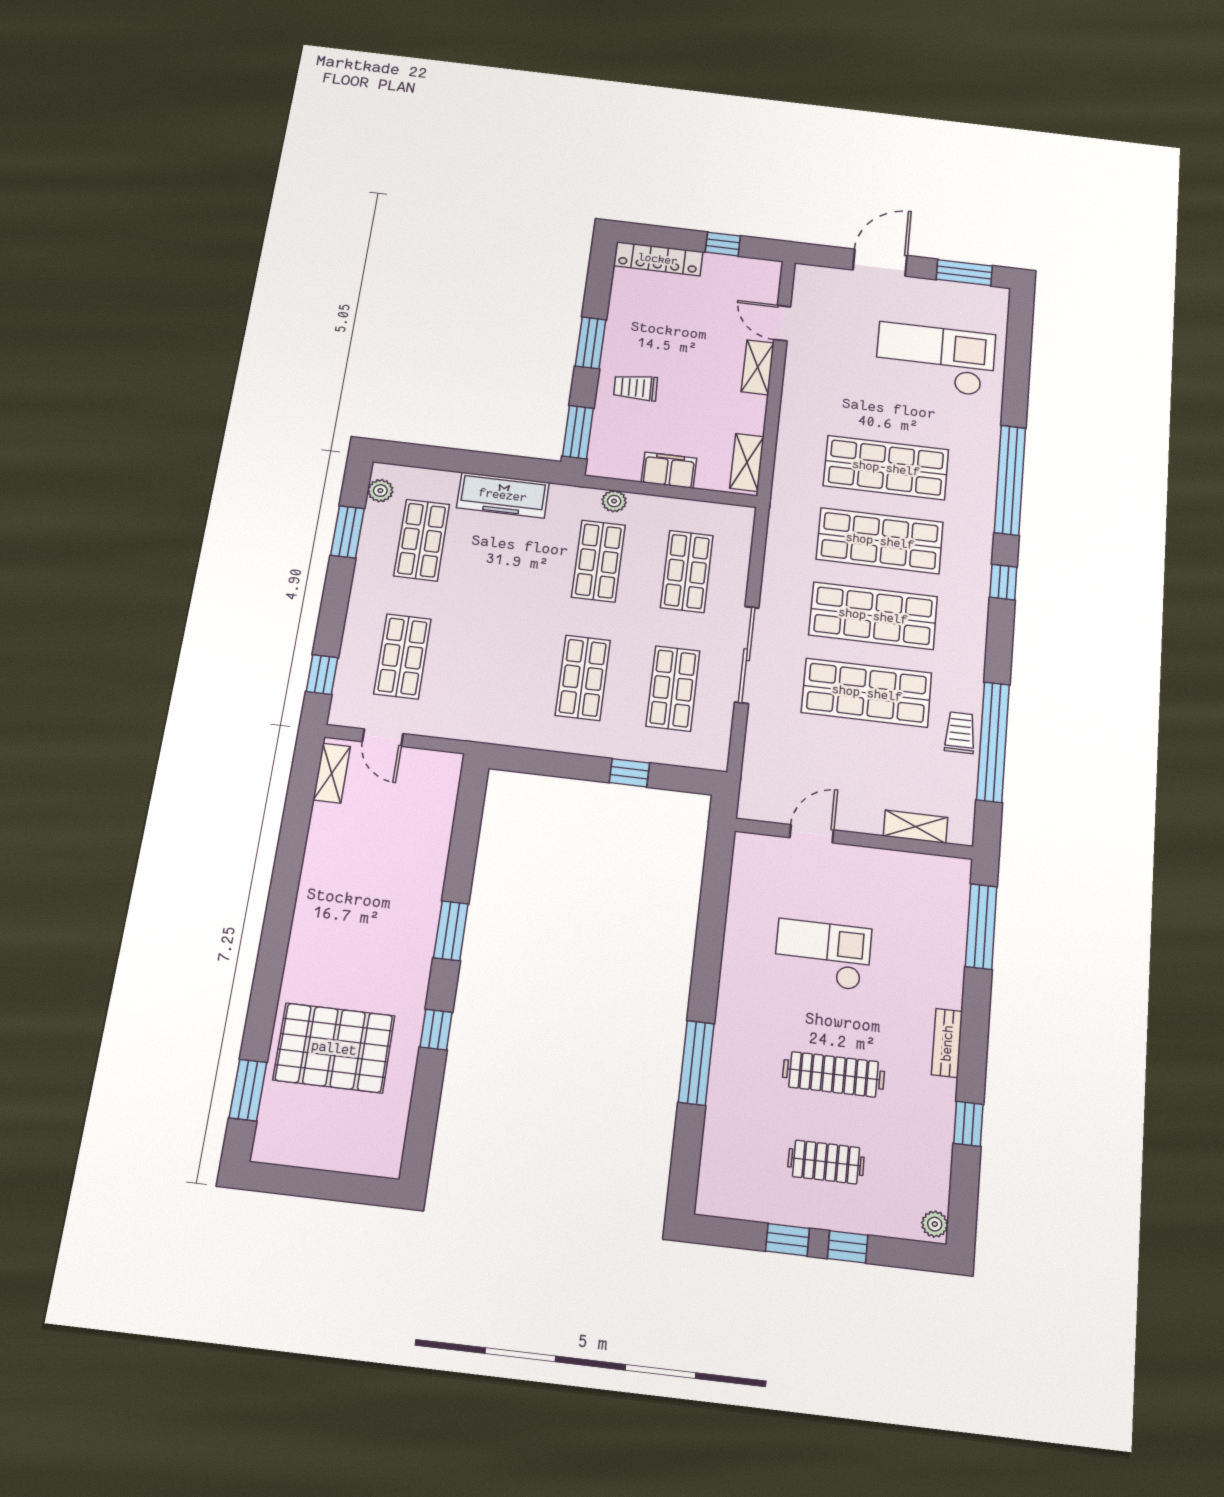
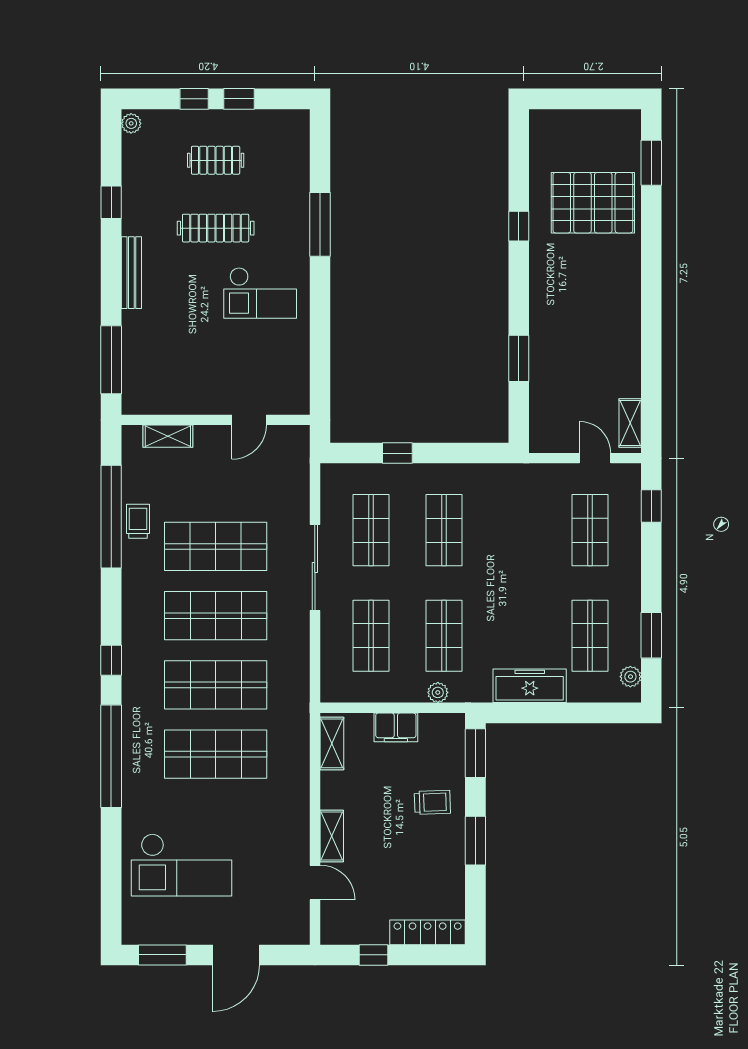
trolley: (960, 733) -> (138, 521), turned 180
window: (451, 931) -> (519, 358), moved
checkout: (823, 954) -> (260, 293), moved
bench: (947, 1043) -> (131, 273), width x1.36

